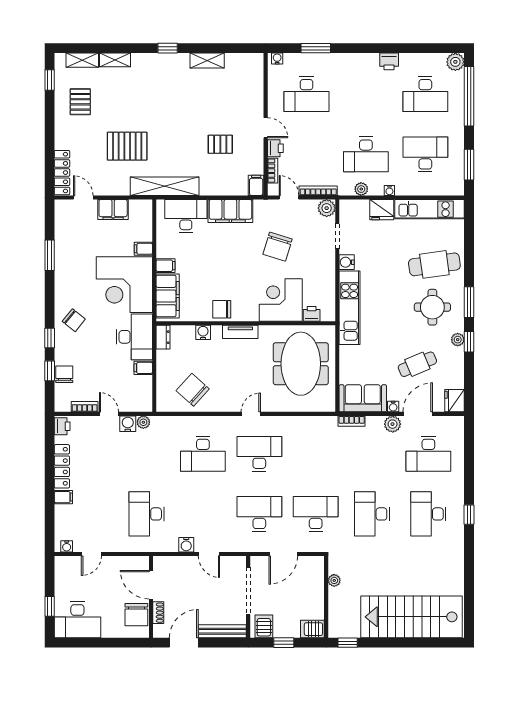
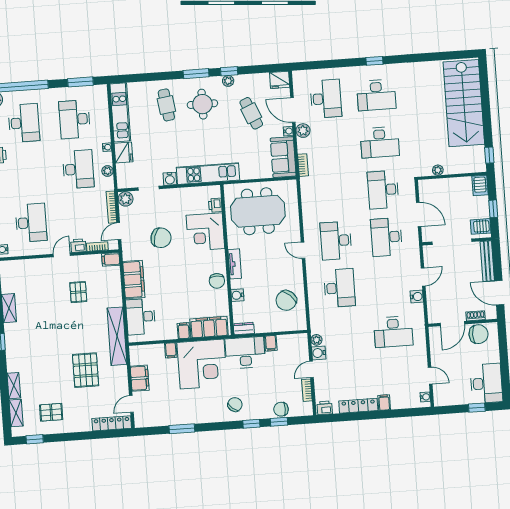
cafe table: (434, 264) -> (166, 105), width x0.73, depth x0.74

